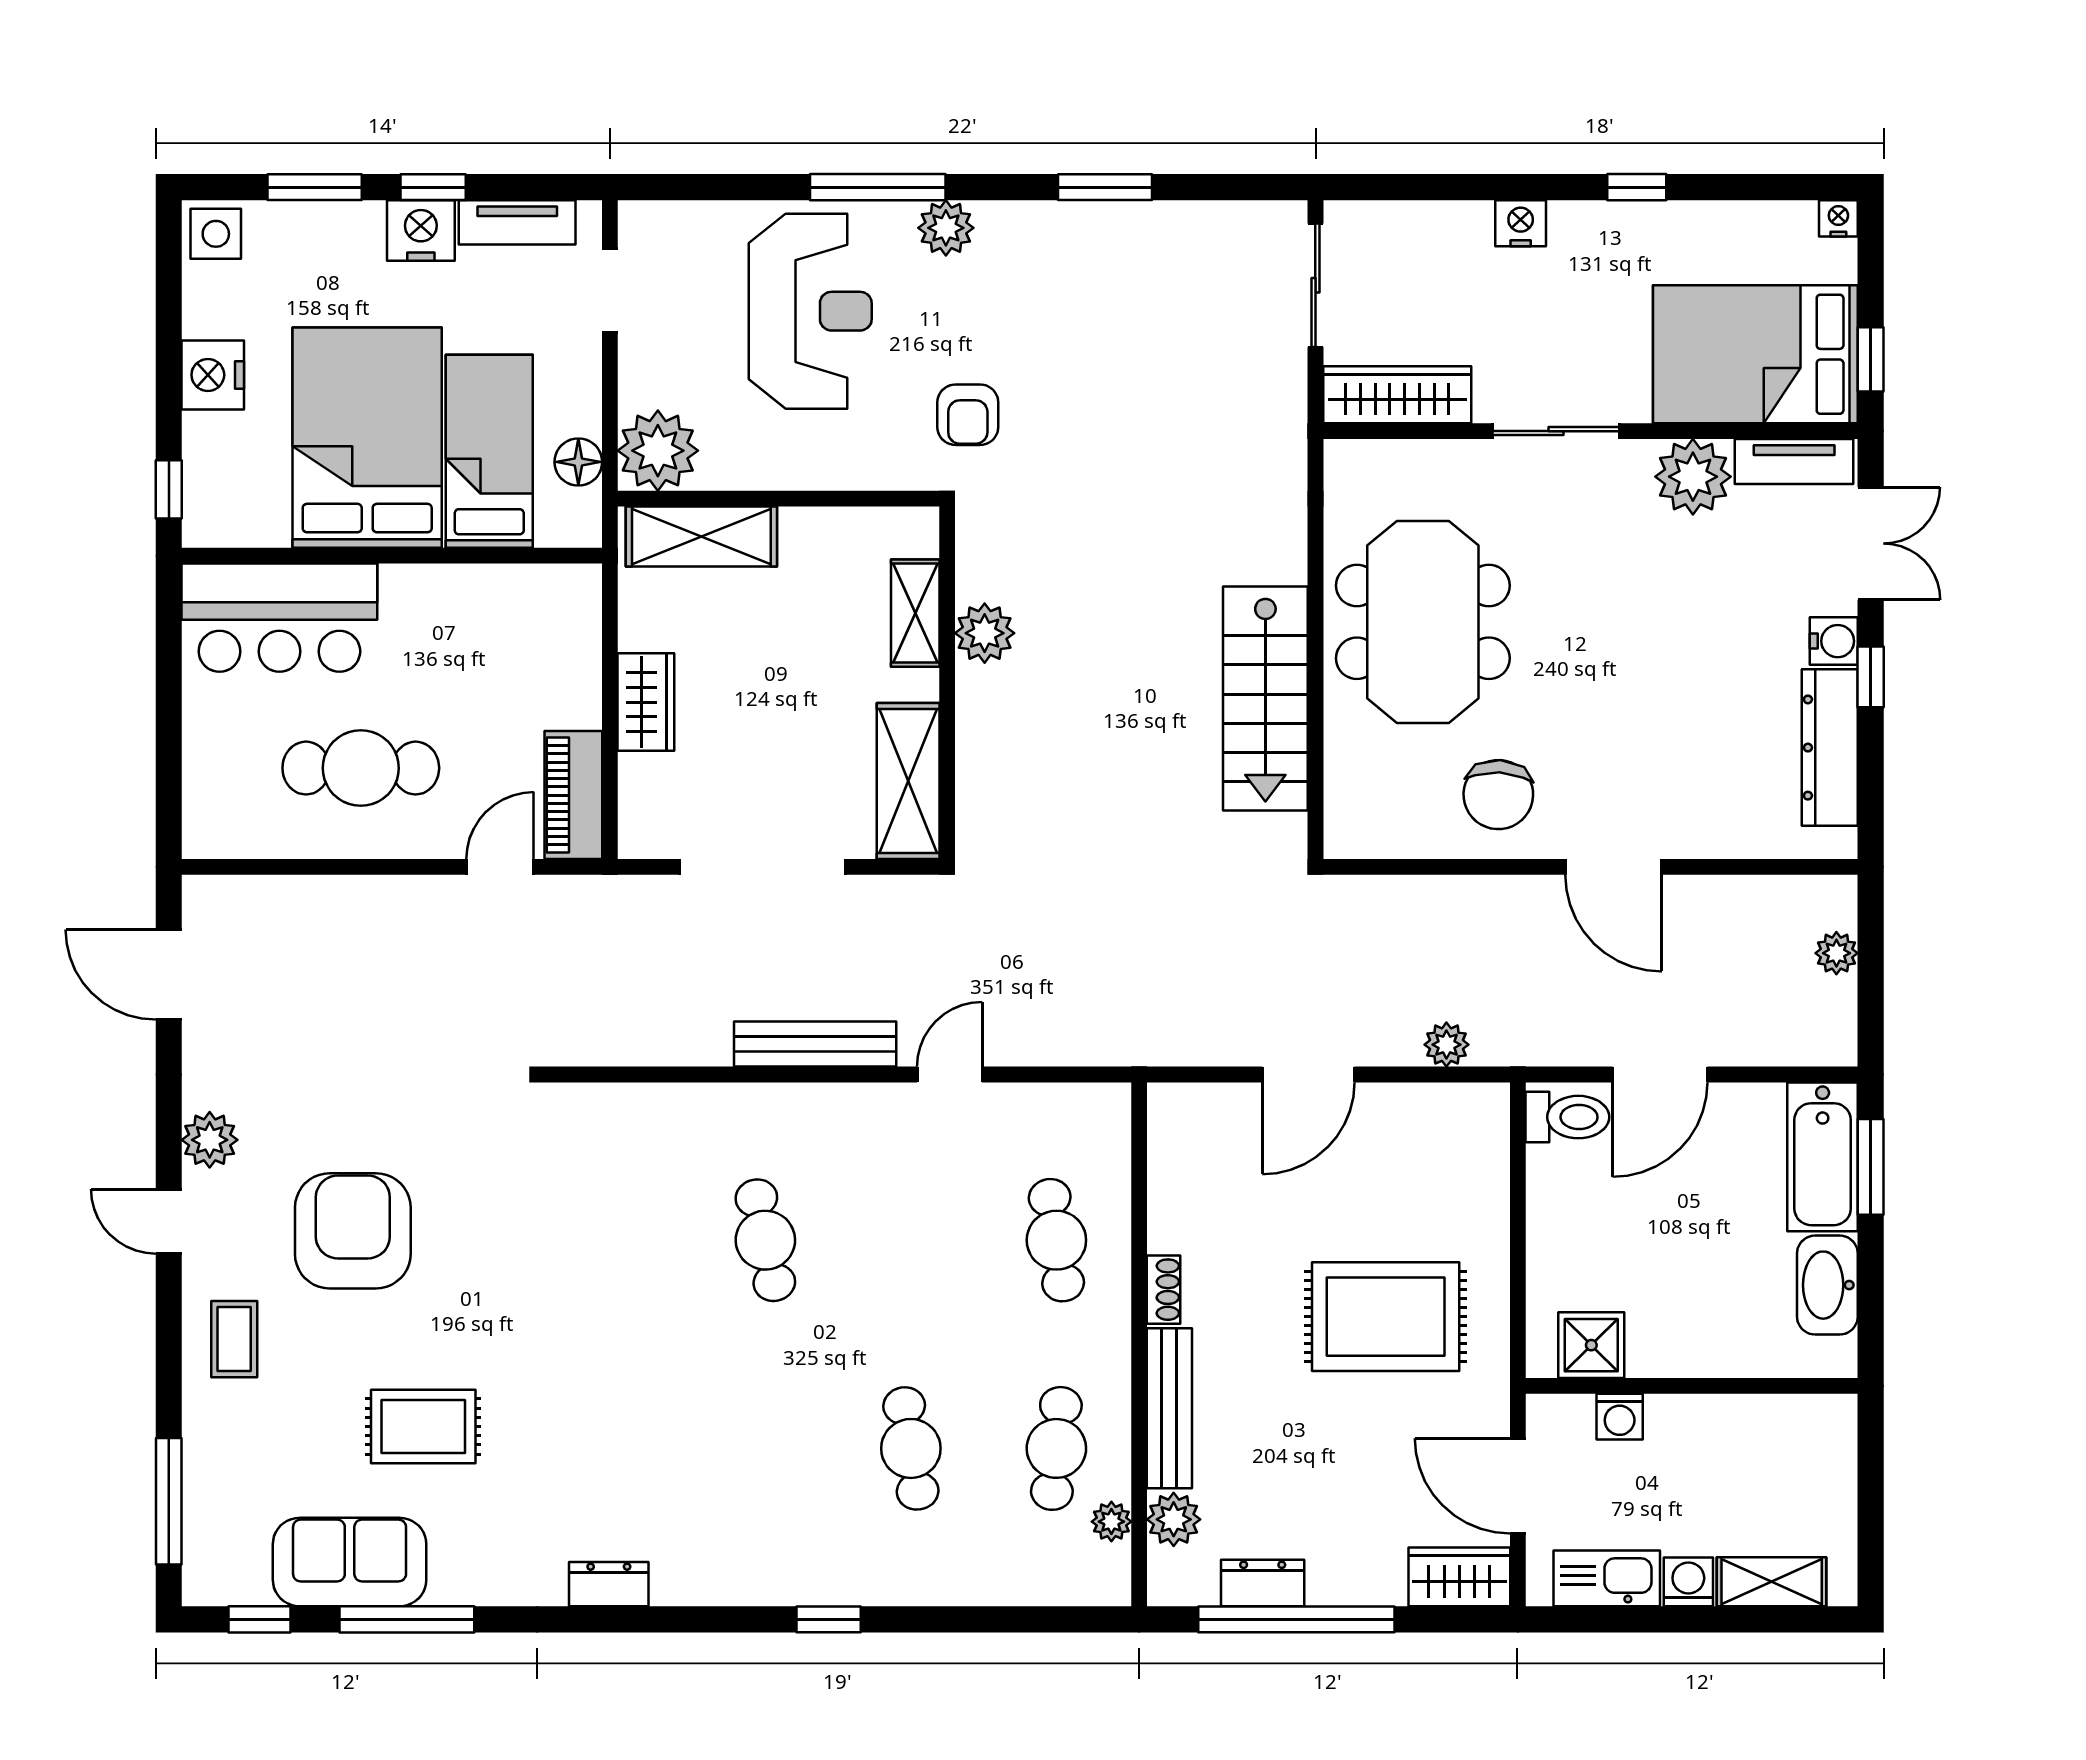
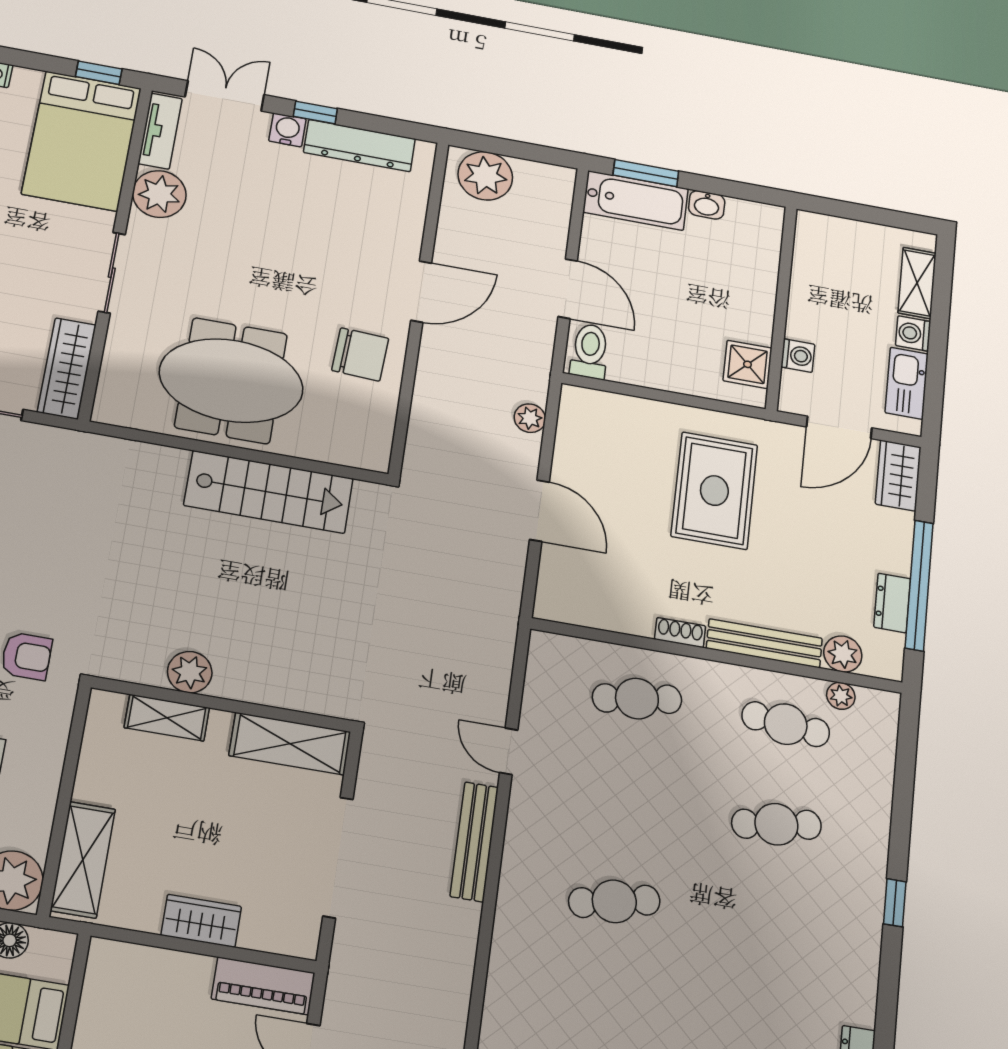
plant: (1836, 953) -> (485, 176), width x1.87, depth x1.87
washbasin: (1827, 1285) -> (707, 205), width x0.52, depth x0.69

